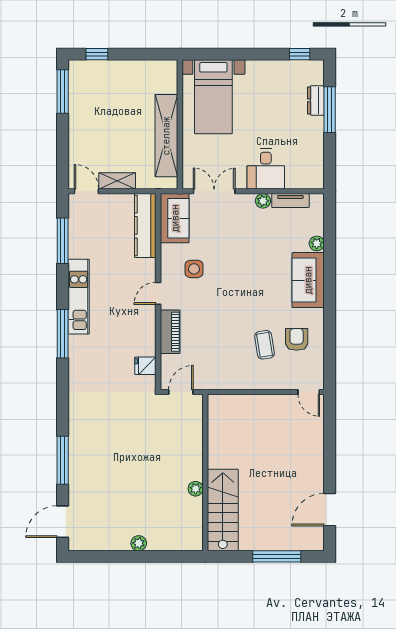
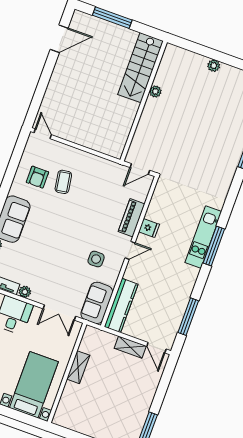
shelving: (166, 136) -> (78, 367), width x0.45, depth x0.75
kitchen unit: (79, 297) -> (203, 237), moved
fridge: (145, 366) -> (149, 228), moved

